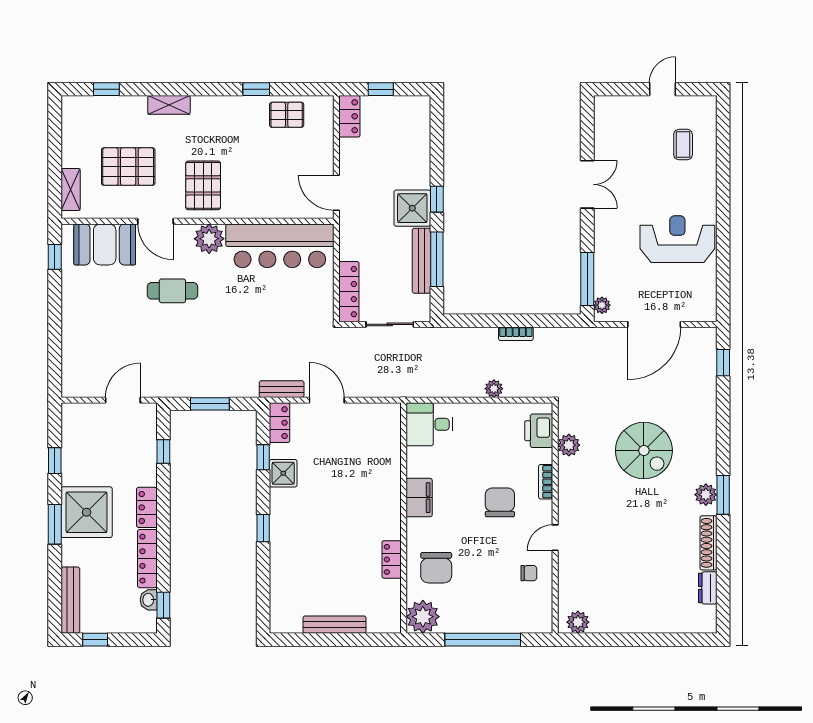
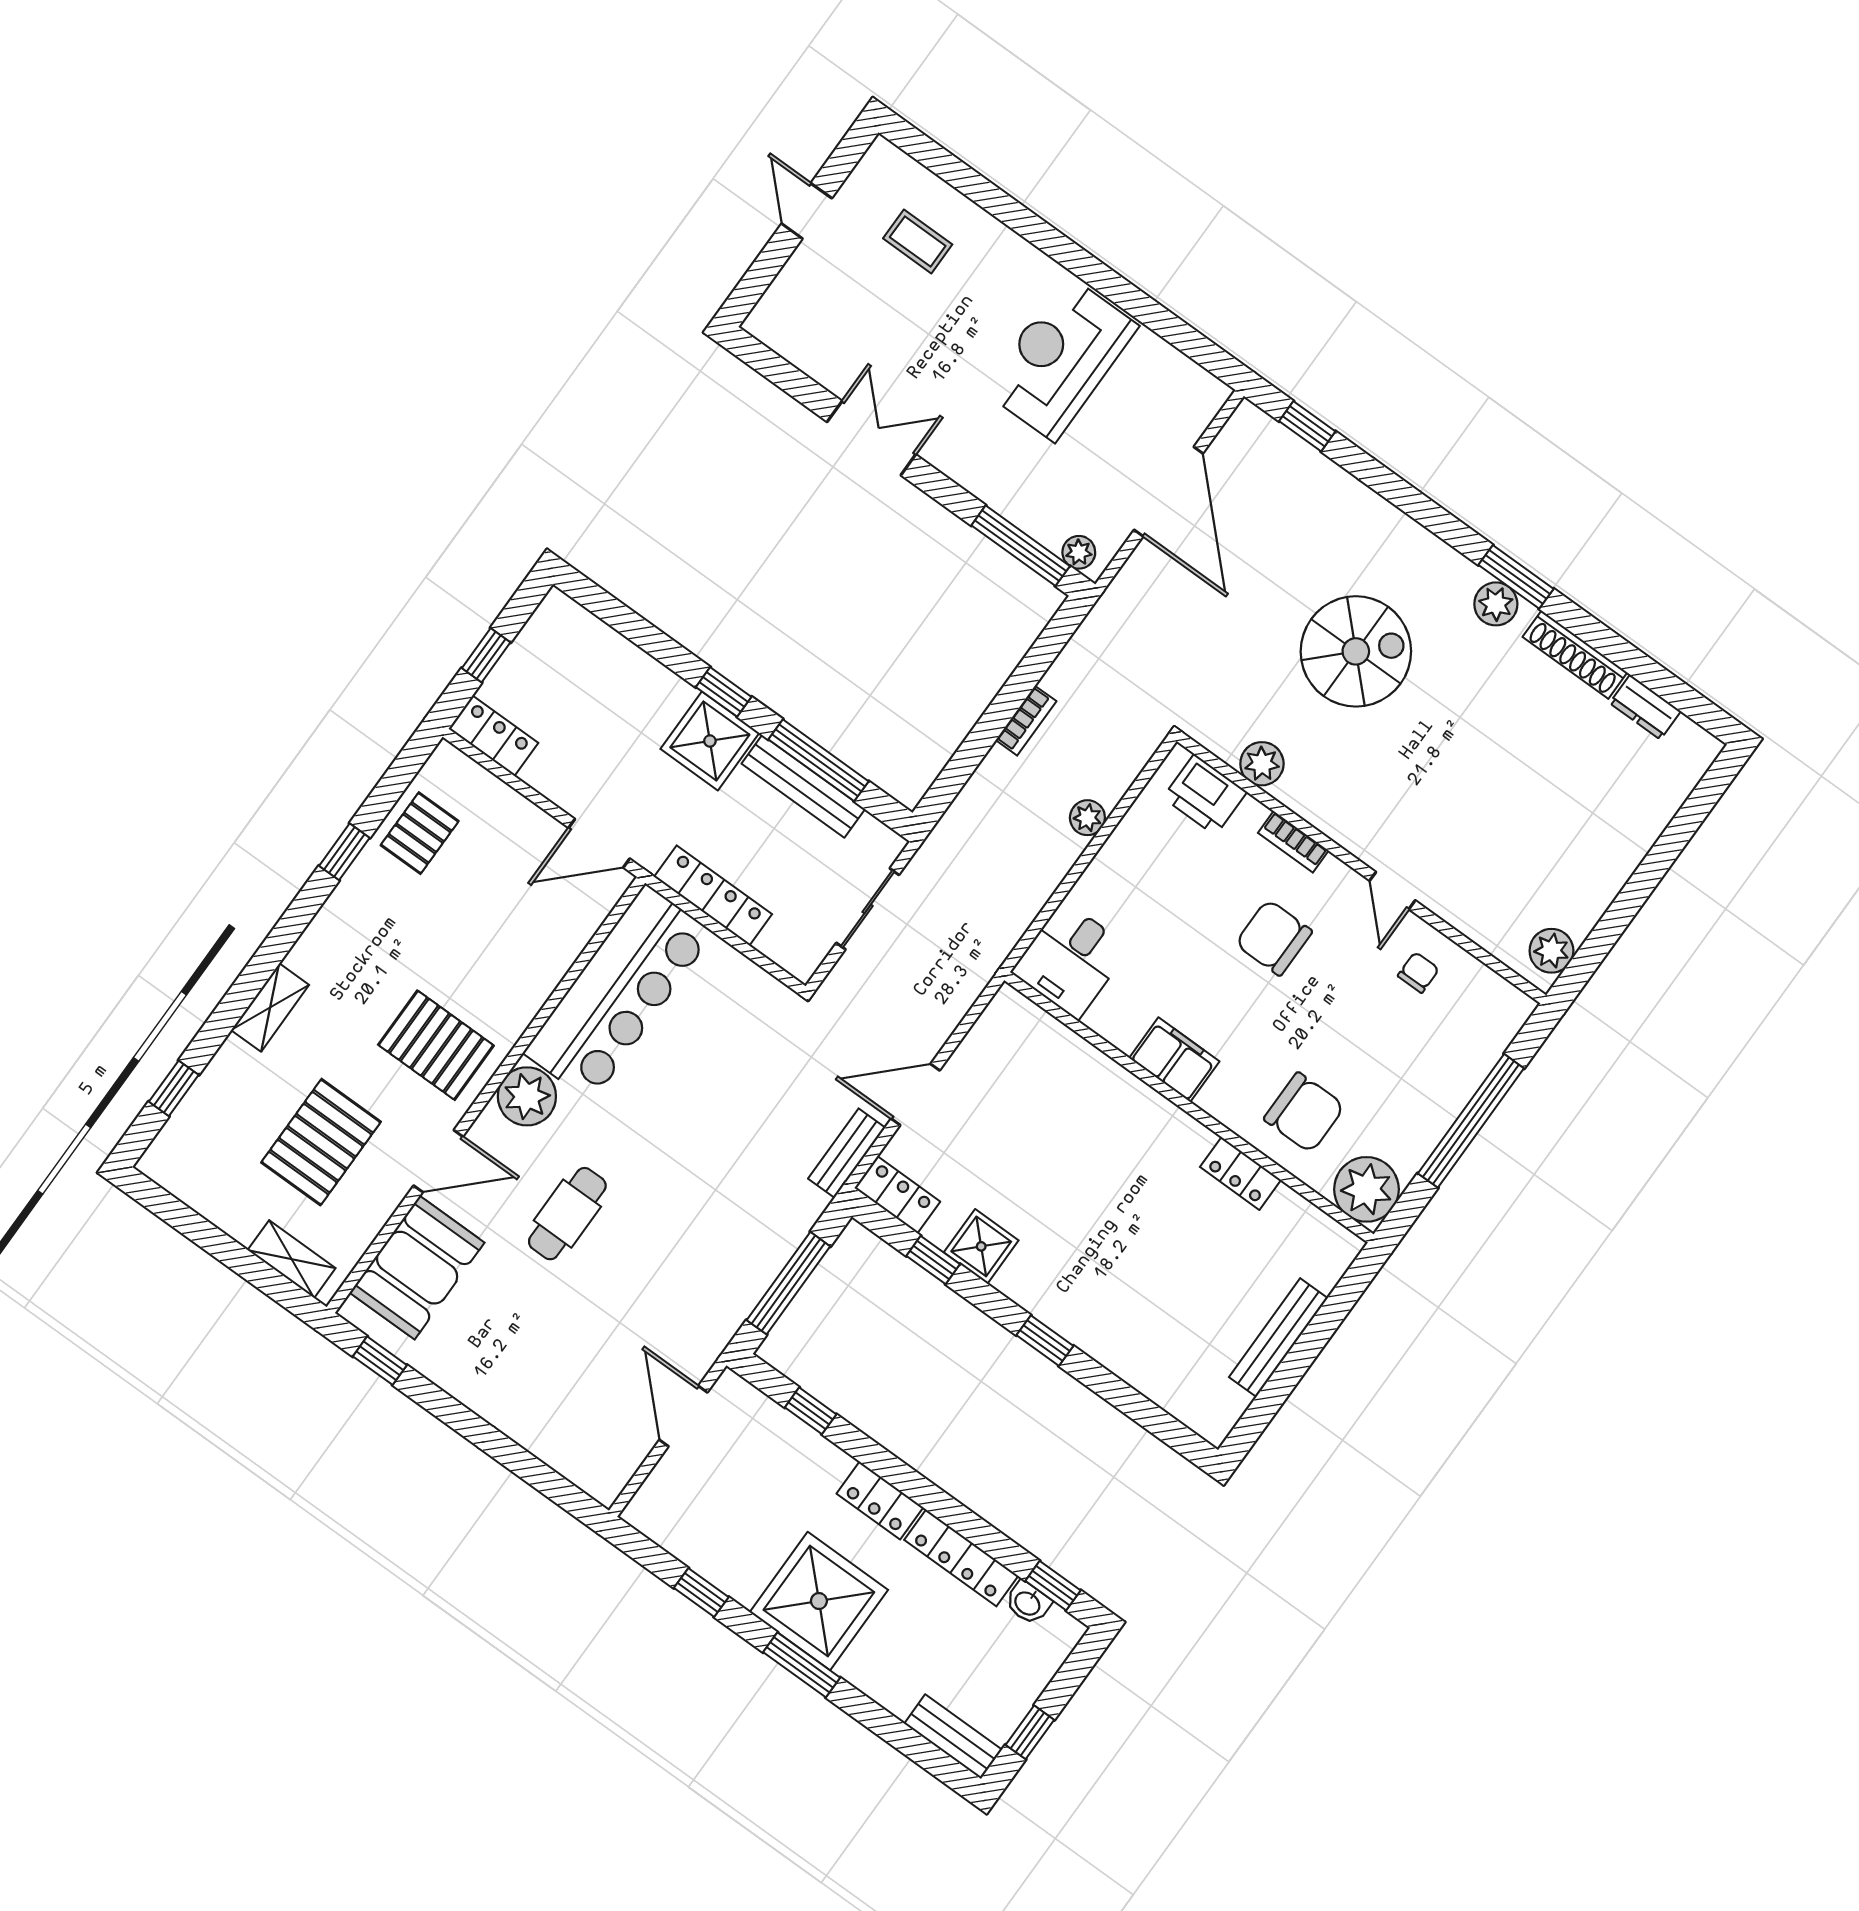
locker: (349, 292) -> (713, 896), moved
window: (210, 404) -> (788, 1283), width x1.44
bench: (70, 600) -> (953, 1737), width x0.73

